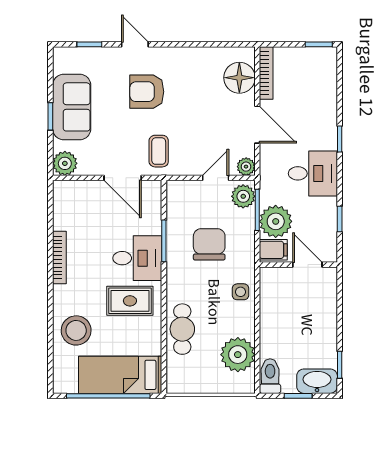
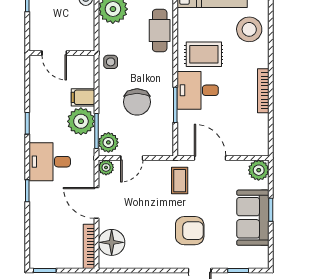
wall: (298, 265) -> (62, 53), moved
door: (307, 265) -> (54, 53), moved

